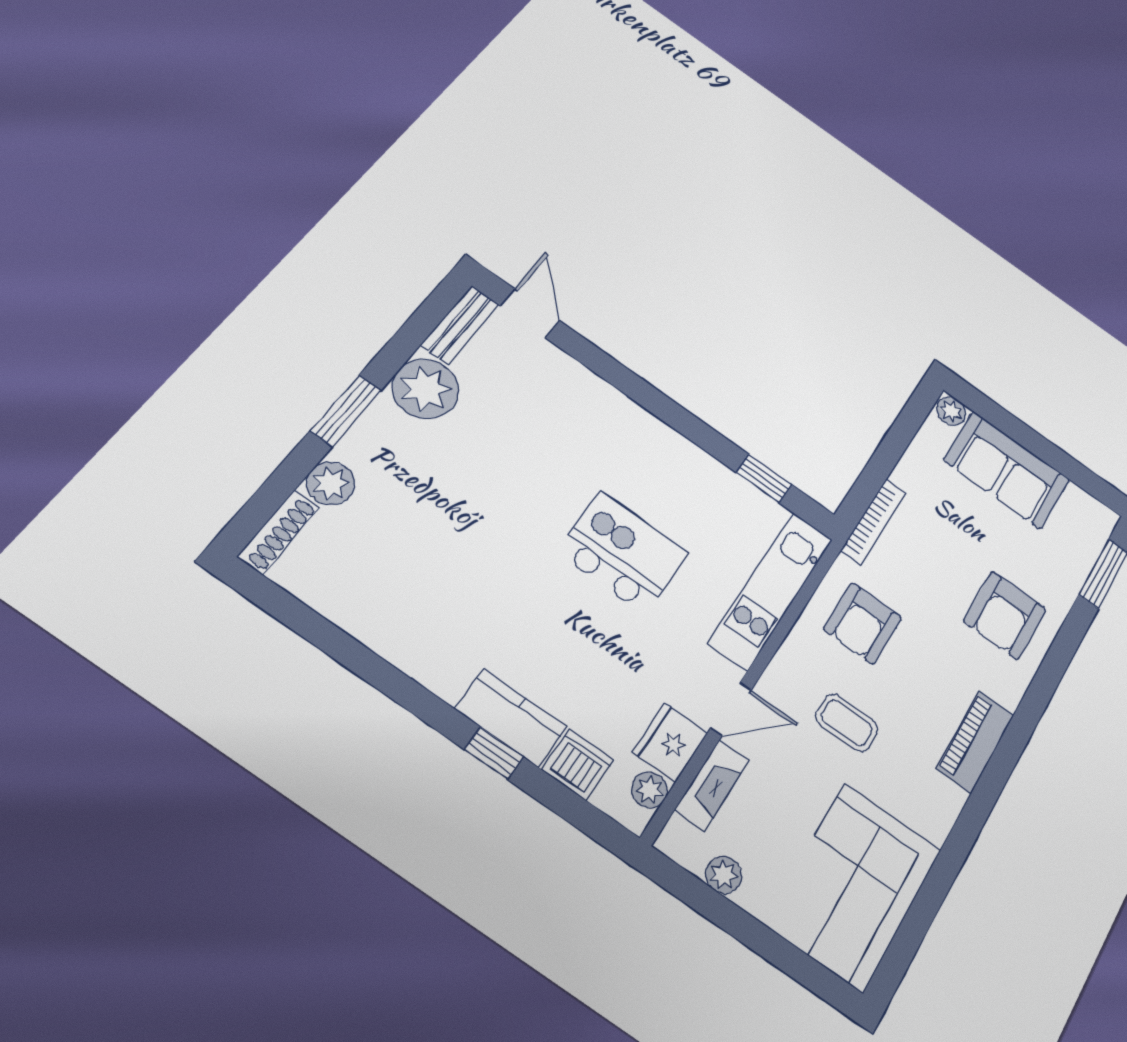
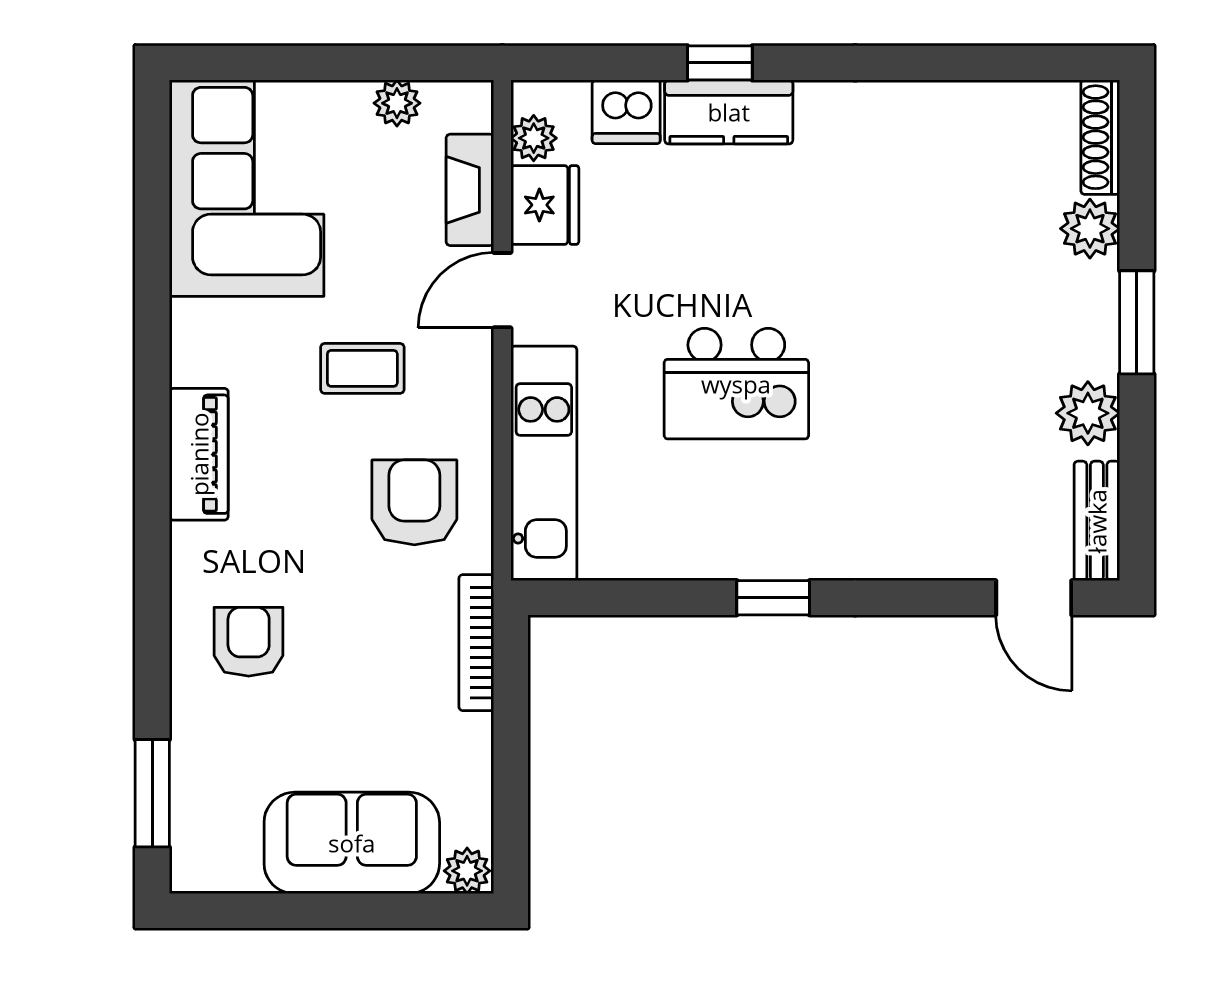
plant: (425, 389) -> (1088, 413), width x0.73, depth x0.73
window: (764, 479) -> (773, 598), moved
armchair: (1005, 615) -> (249, 642), width x0.72, depth x0.72

